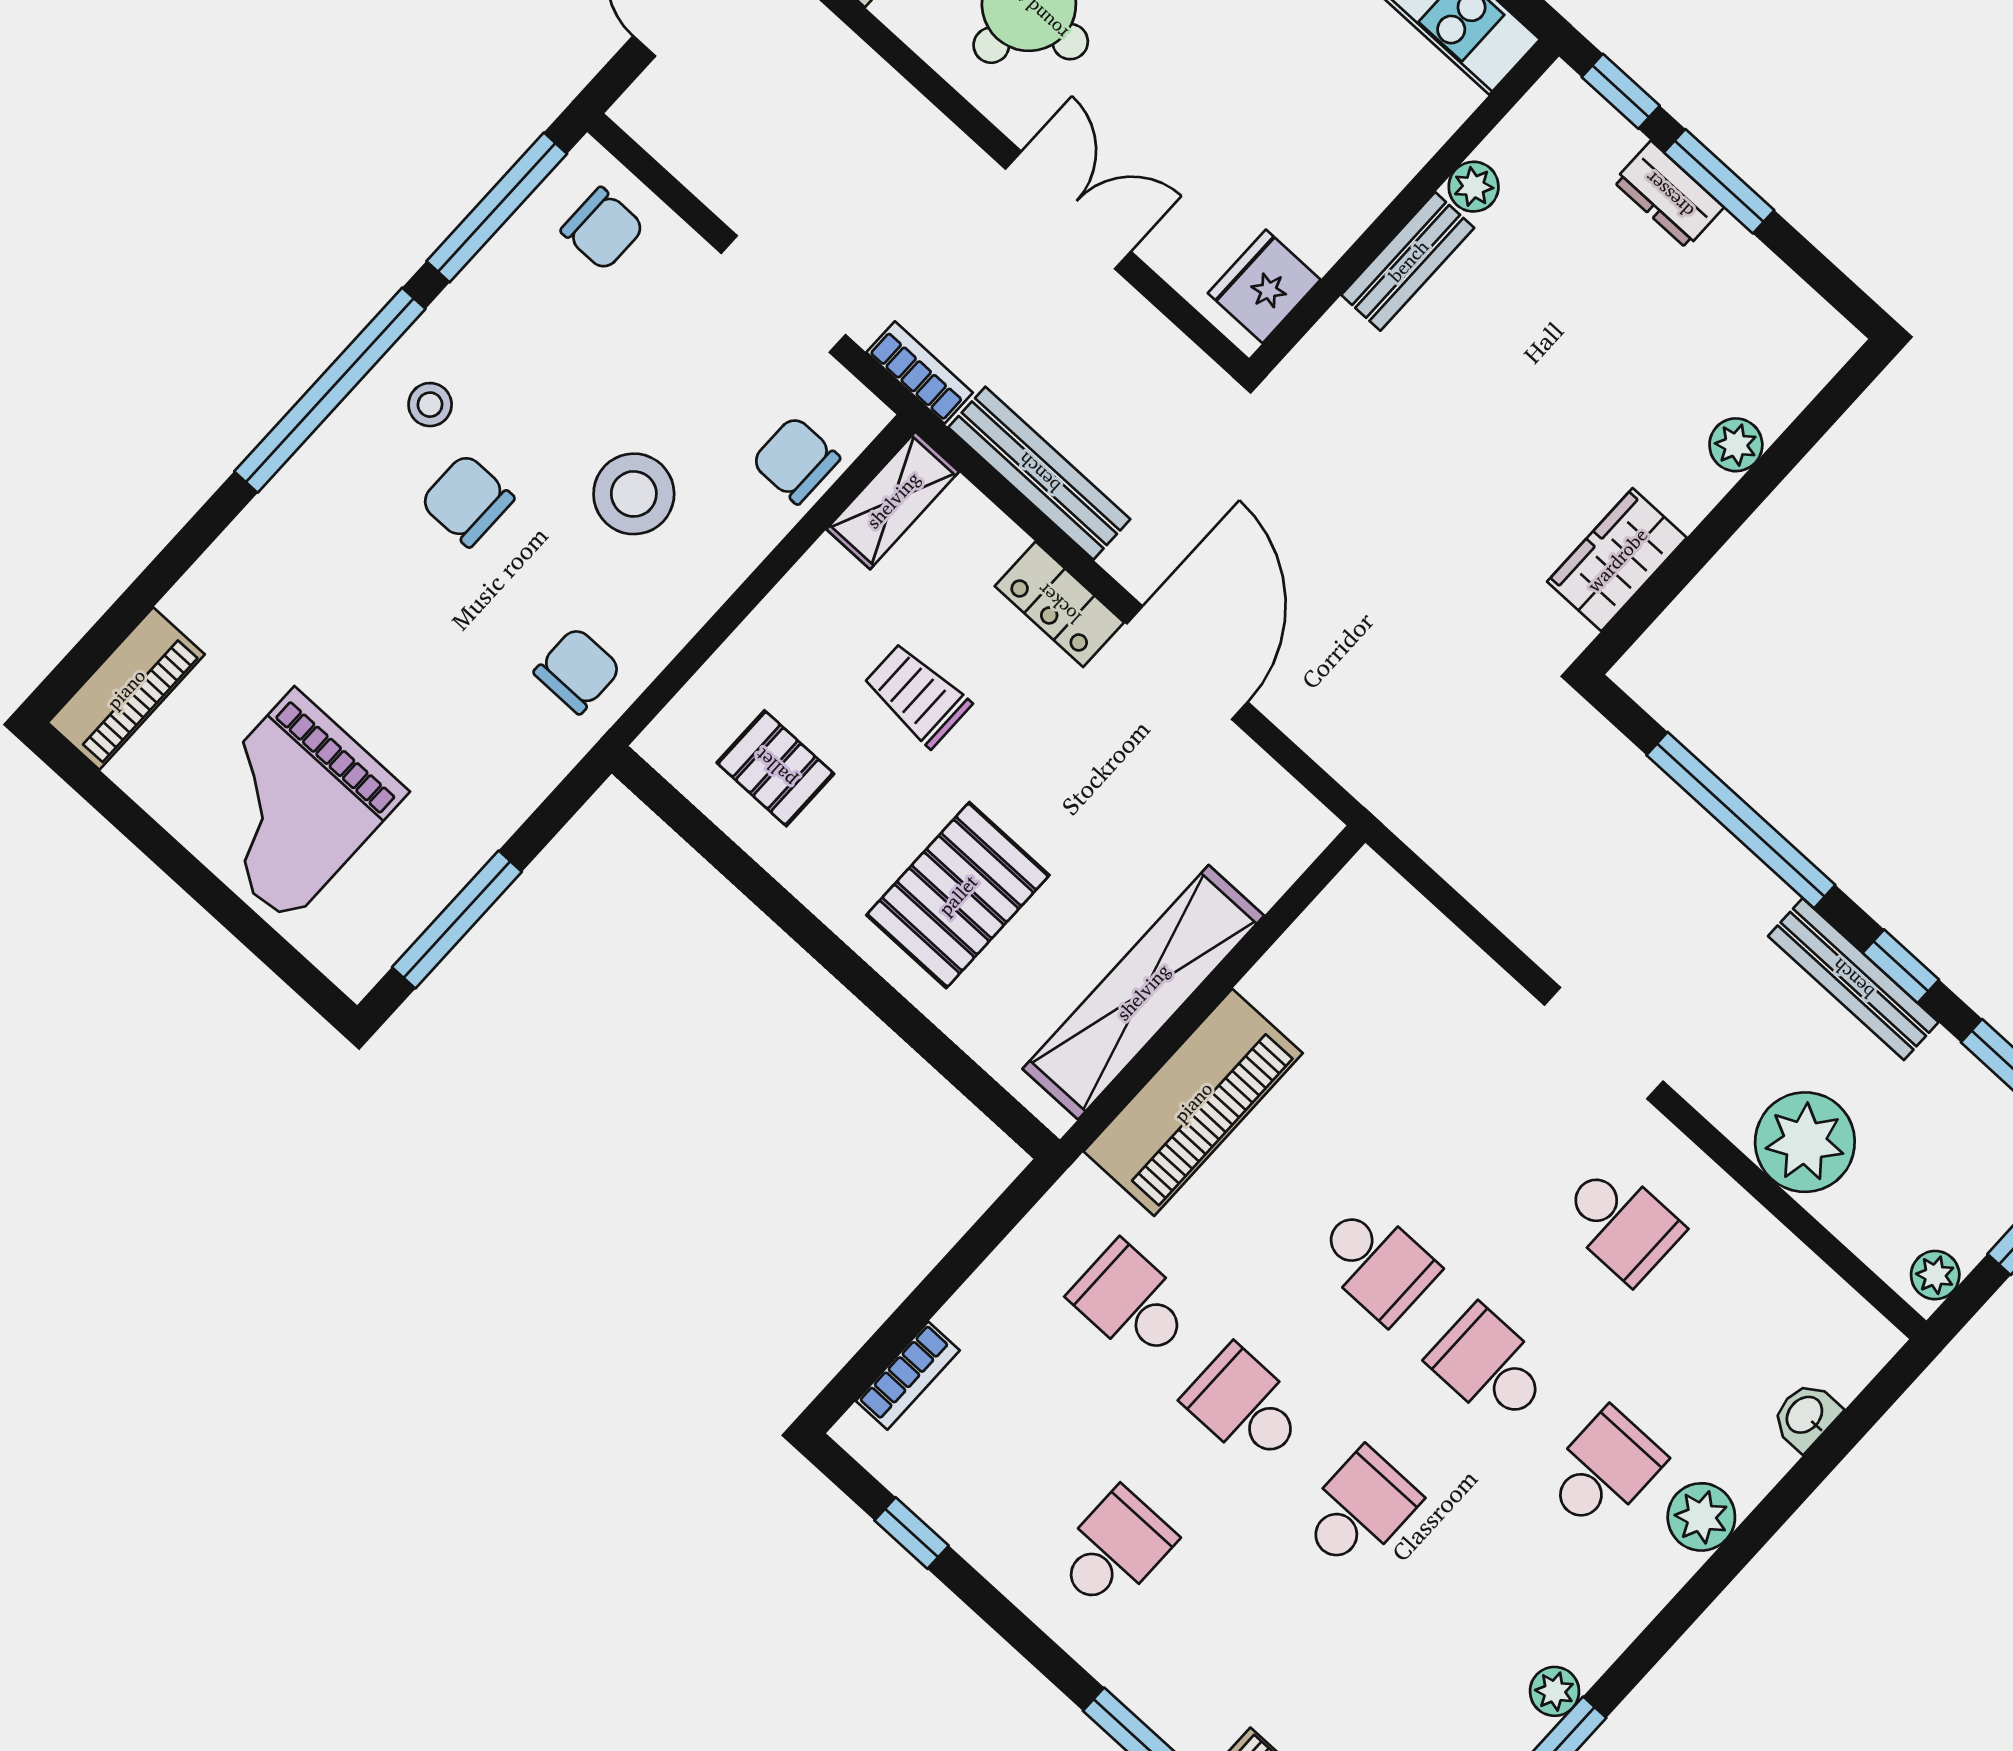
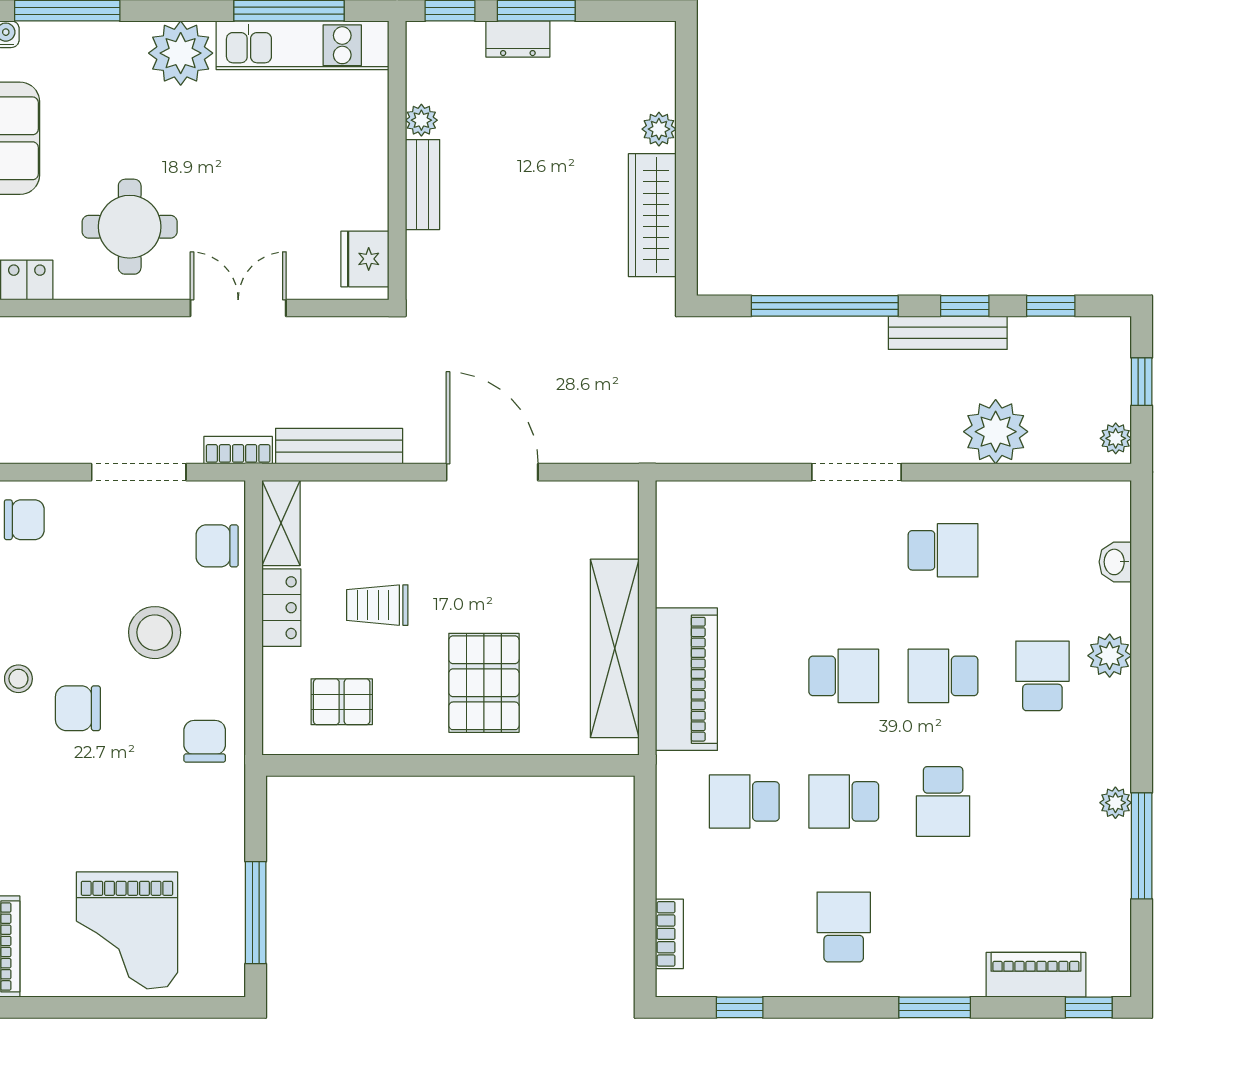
wardrobe: (1617, 560) -> (652, 215), width x1.50
locker: (1059, 604) -> (281, 608), moved, turned -90
school desk: (1359, 1510) -> (943, 801), turned 180

